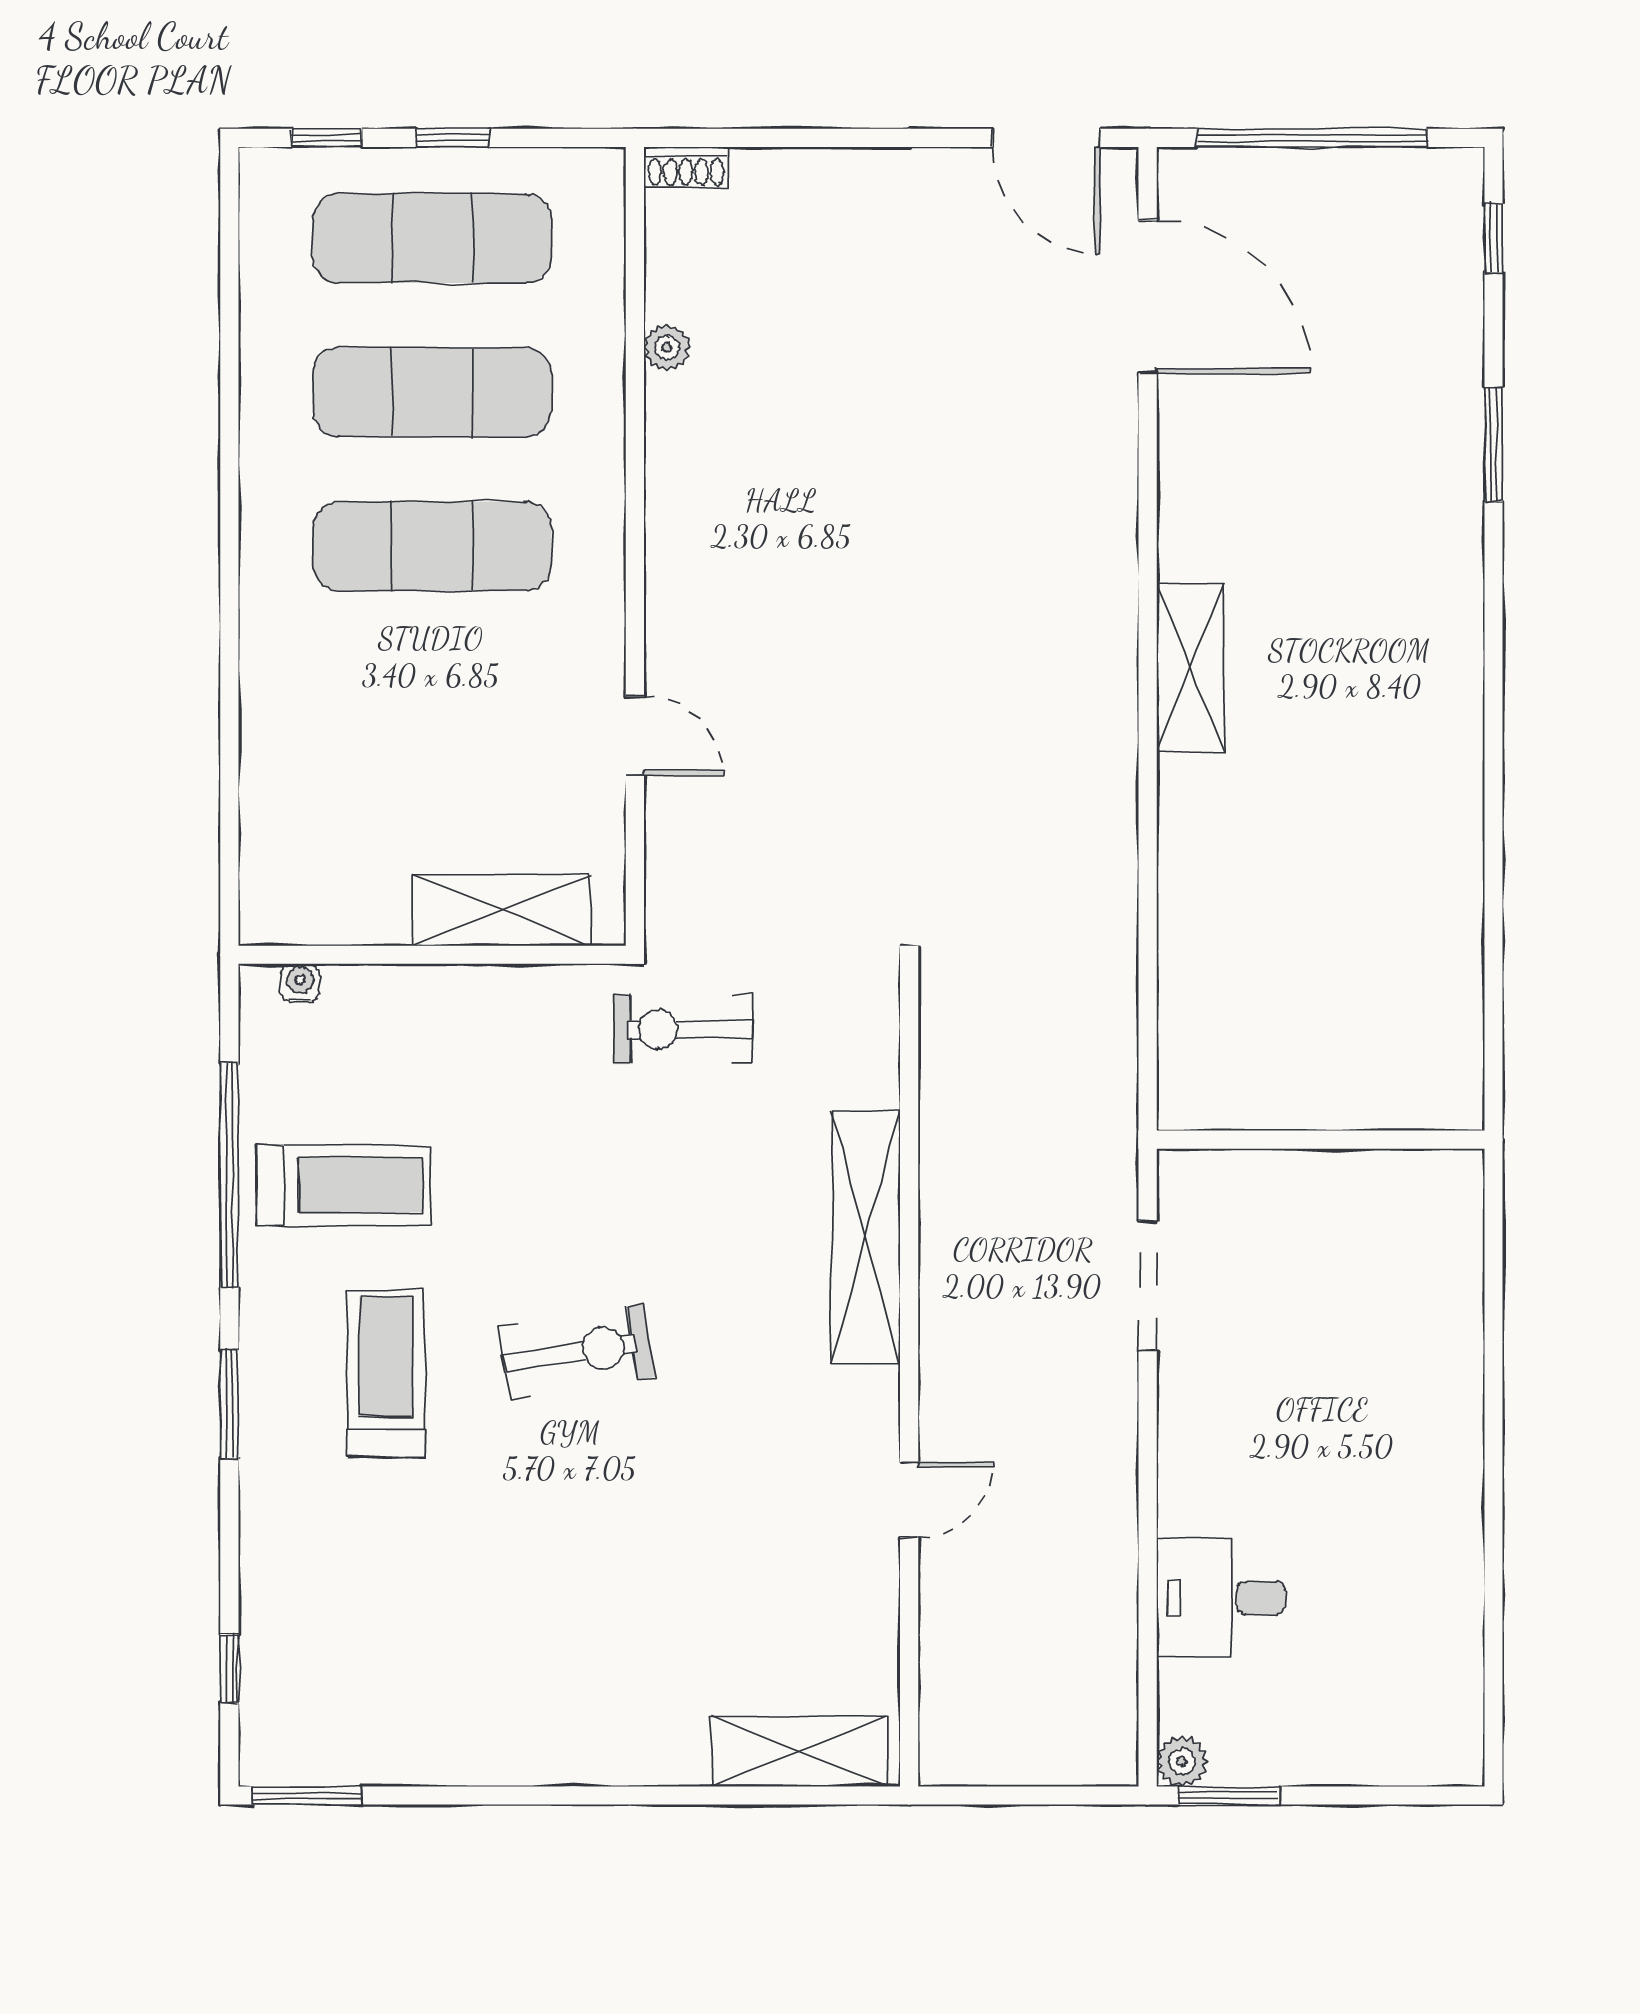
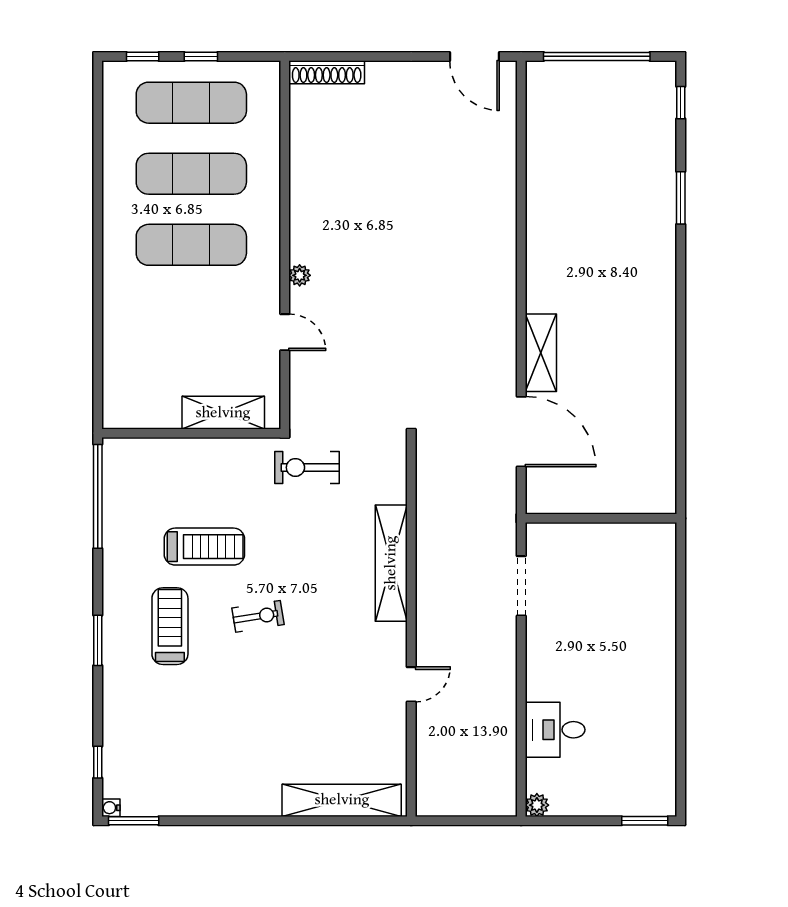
shoe rack: (686, 167) -> (327, 72), width x1.94, depth x1.24
door: (1148, 297) -> (521, 432), moved
plant: (667, 348) -> (300, 275), moved
shelving: (1190, 668) -> (541, 353), moved
water cooler: (300, 983) -> (111, 808), moved, turned -90
window: (229, 1175) -> (98, 496), moved
treadmill: (343, 1185) -> (204, 547), moved
exercise bike: (577, 1352) -> (258, 616), width x0.73, depth x0.72
shelving: (799, 1751) -> (342, 800), width x1.47
window: (1229, 1795) -> (645, 821), moved

